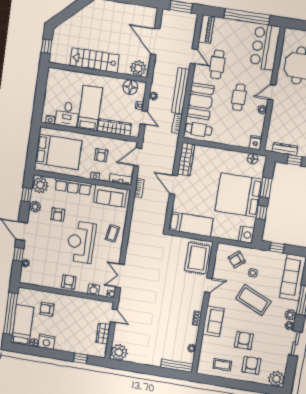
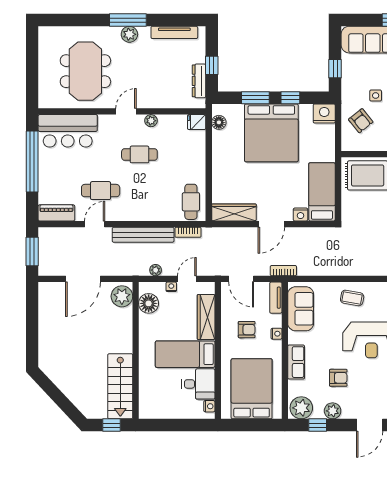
stairs: (94, 60) -> (120, 386), moved
door: (272, 92) -> (126, 111), swing flipped
booth: (200, 101) -> (153, 206), removed
row of seats: (73, 187) -> (296, 362), width x0.68
nightstand: (177, 206) -> (301, 215), added

